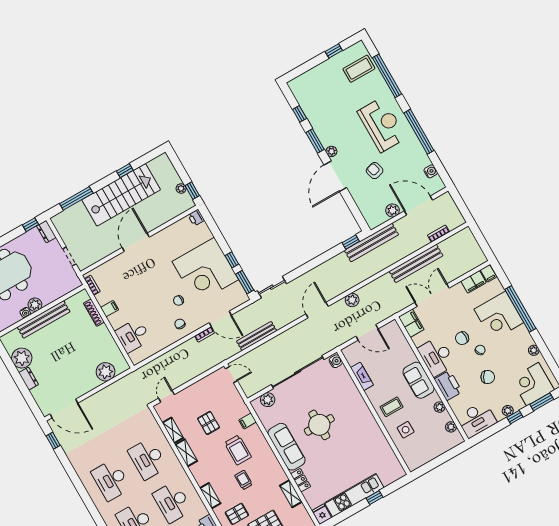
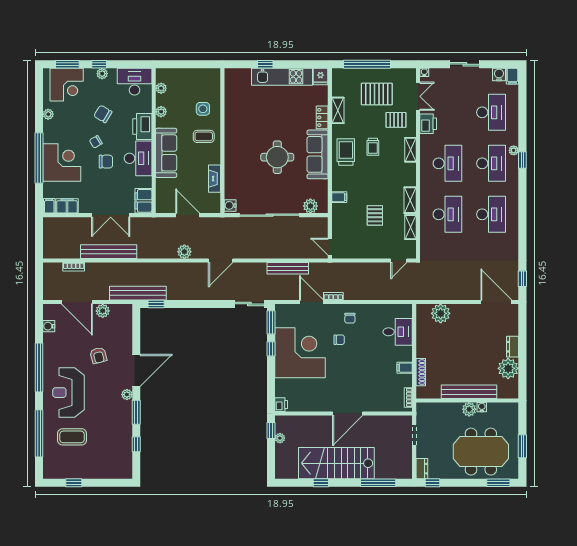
coffee table: (359, 69) -> (72, 437), moved
sofa: (419, 380) -> (166, 153), width x1.36
trolley: (238, 450) -> (346, 152), moved

